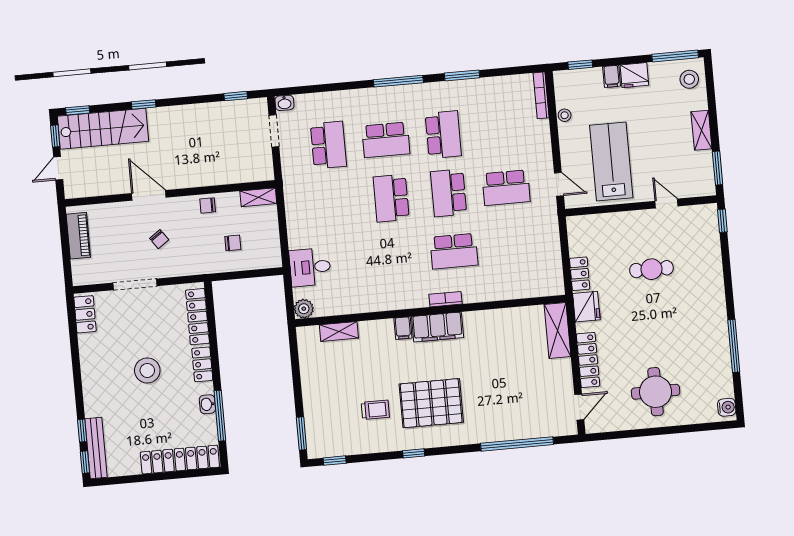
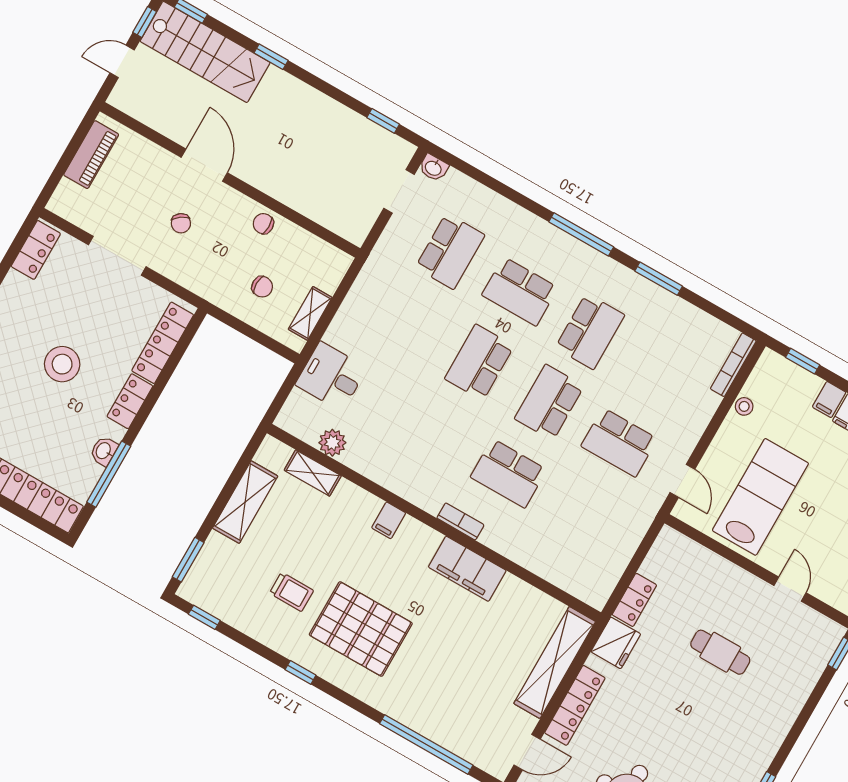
shelving: (258, 197) -> (310, 313), moved, turned 90
plant: (304, 309) -> (332, 443), moved
filing cabinet: (438, 327) -> (467, 569), moved
shelving: (557, 330) -> (555, 663), width x1.47
shelving: (311, 376) -> (245, 502), added

